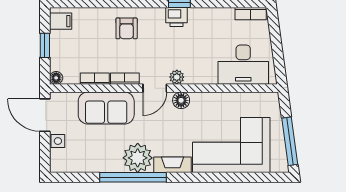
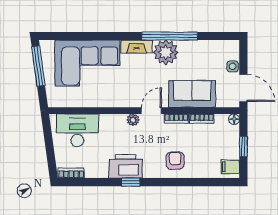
printer: (176, 17) -> (125, 166), width x1.87, depth x1.48
floor lamp: (181, 100) -> (129, 100), removed

